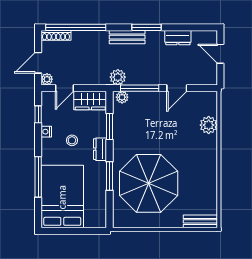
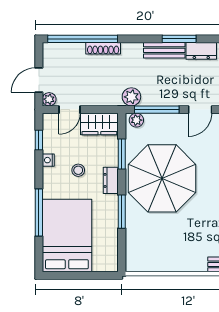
window: (147, 27) -> (179, 39), moved
shoe rack: (56, 35) -> (103, 48), moved
bench: (127, 37) -> (164, 50), moved
parasol: (149, 183) -> (162, 178), moved

